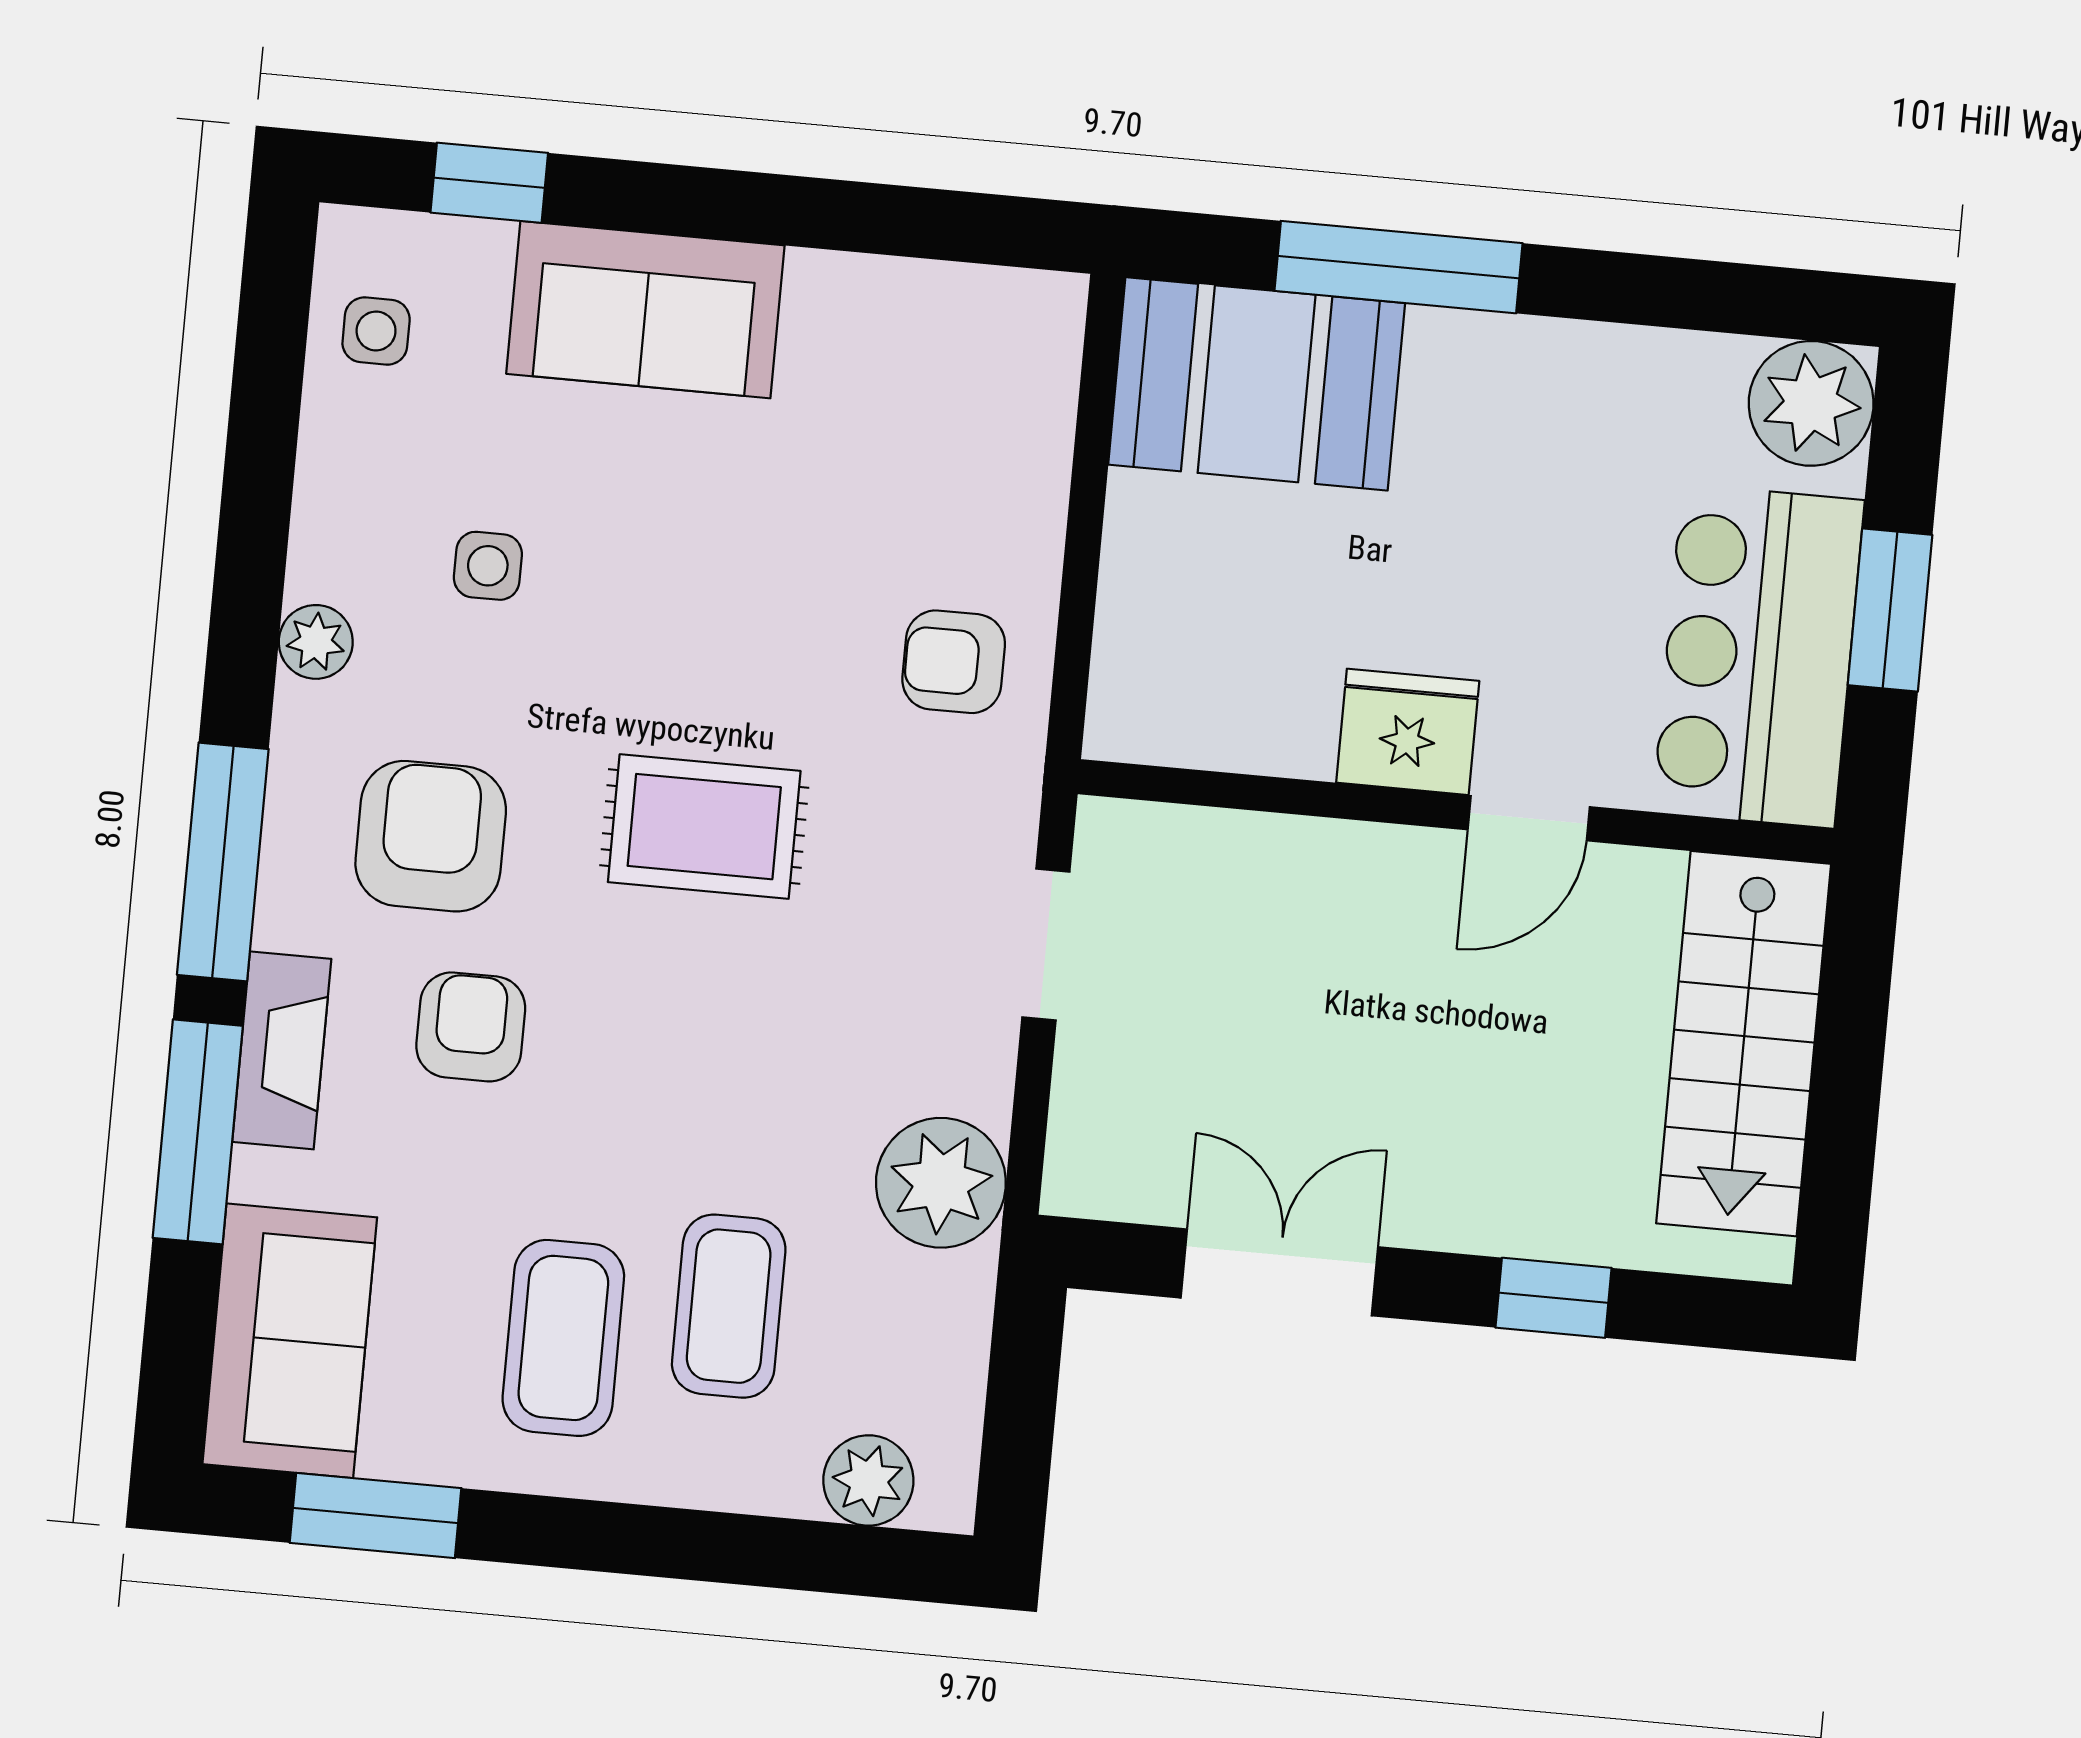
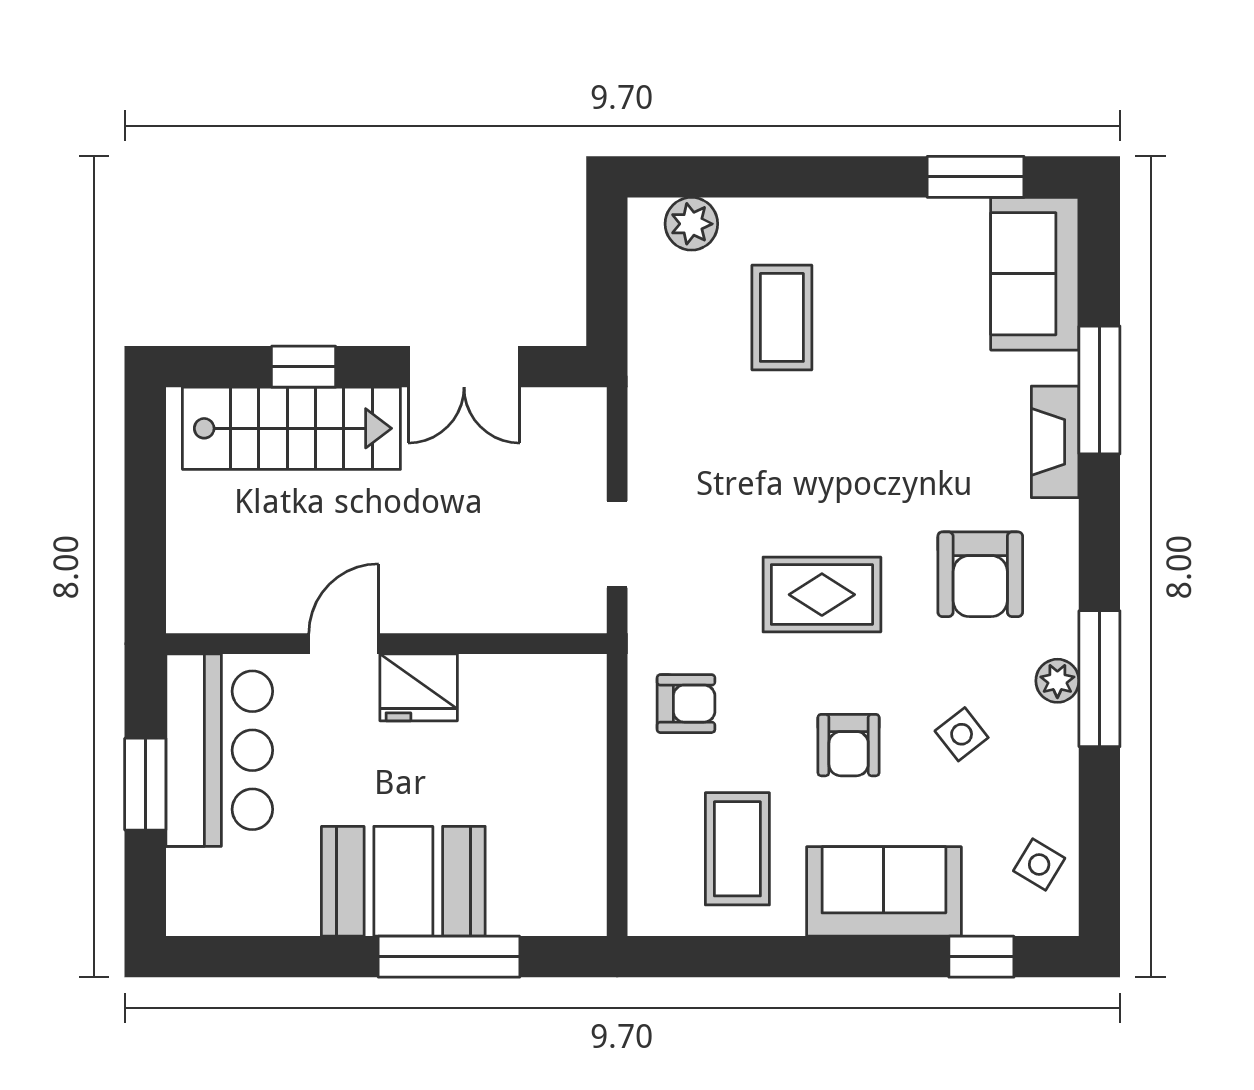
side table: (376, 331) -> (1039, 865), turned 31
booth: (1257, 384) -> (403, 881), moved
plant: (1811, 403) -> (202, 900), removed
side table: (488, 566) -> (962, 734), turned -38
window: (223, 862) -> (1099, 679), moved
armchair: (471, 1027) -> (849, 745), moved
stairs: (1744, 1044) -> (291, 428), moved, turned 90
plant: (941, 1183) -> (665, 400), removed
coffee table: (563, 1338) -> (737, 849), moved

